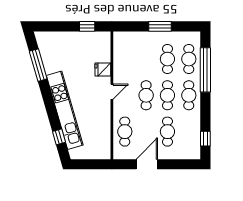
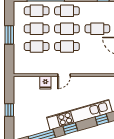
window: (87, 26) -> (9, 110), moved
door: (112, 92) -> (64, 75), swing flipped
window: (48, 99) -> (70, 129), added
cafe table: (125, 132) -> (37, 47), moved

